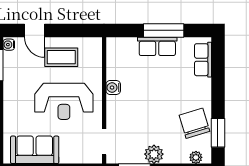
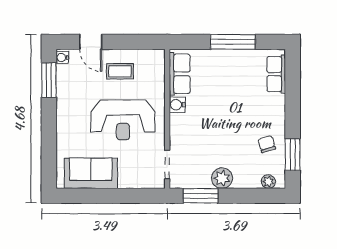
row of seats: (157, 46) -> (180, 74), moved, turned -90
coffee table: (61, 57) -> (120, 71), width x0.73, depth x0.77
chair: (194, 123) -> (267, 144), width x0.54, depth x0.54

